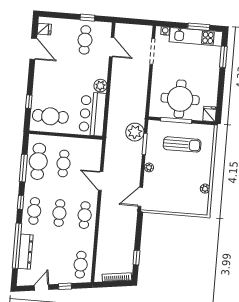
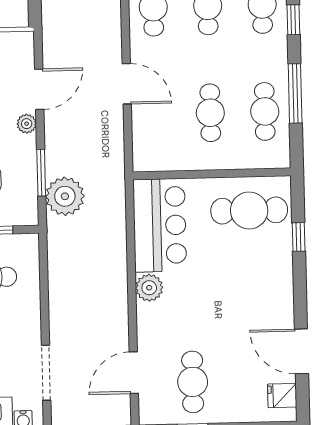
door: (112, 47) -> (134, 373), hinge flipped
cafe table: (38, 161) -> (265, 111), width x0.73, depth x0.74
door: (140, 197) -> (39, 89), moved

